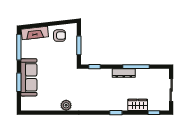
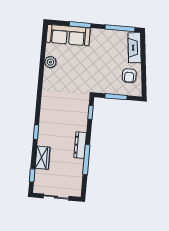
sofa: (29, 77) -> (68, 35), moved
plant: (66, 105) -> (50, 62), moved

